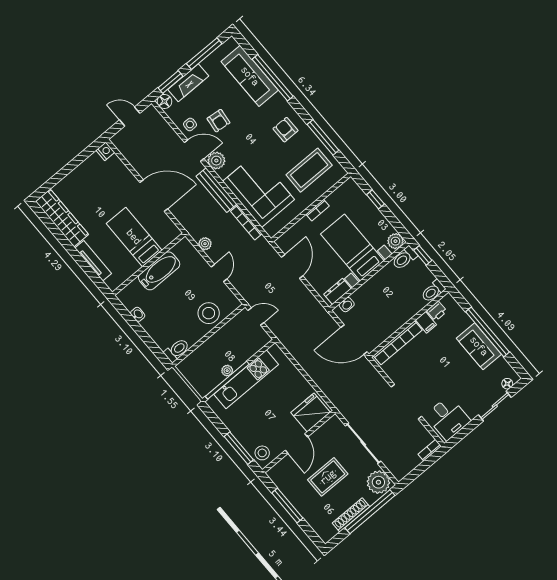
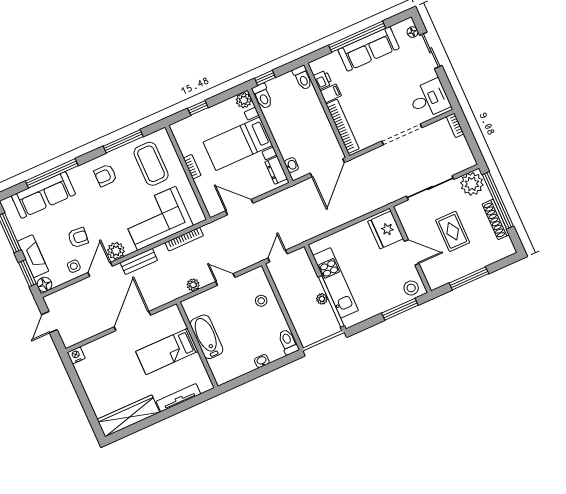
bench: (217, 190) -> (139, 261), width x0.73
stool: (209, 313) -> (261, 301), width x0.53, depth x0.53
washbasin: (138, 314) -> (262, 361), moved
sofa: (479, 346) -> (369, 49), width x1.36

